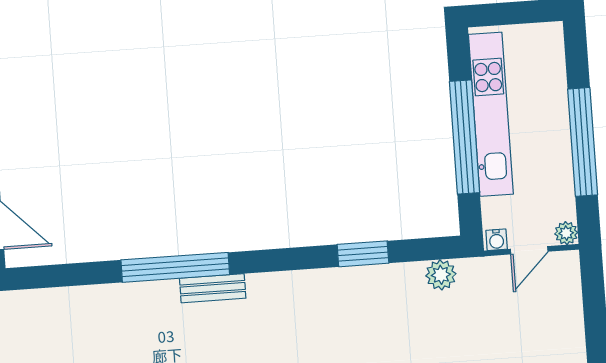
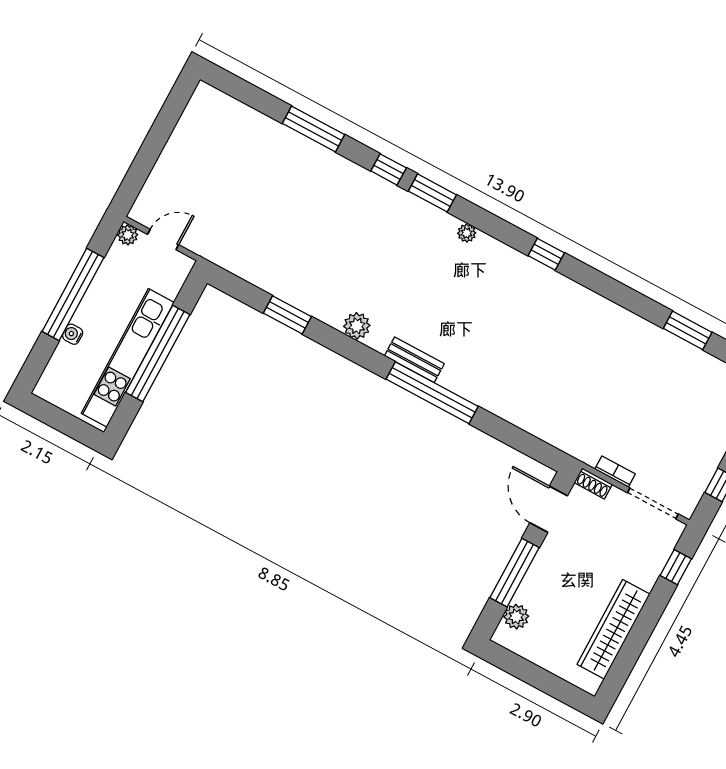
water cooler: (497, 240) -> (73, 334), moved, turned -90
plant: (441, 275) -> (357, 326), moved

